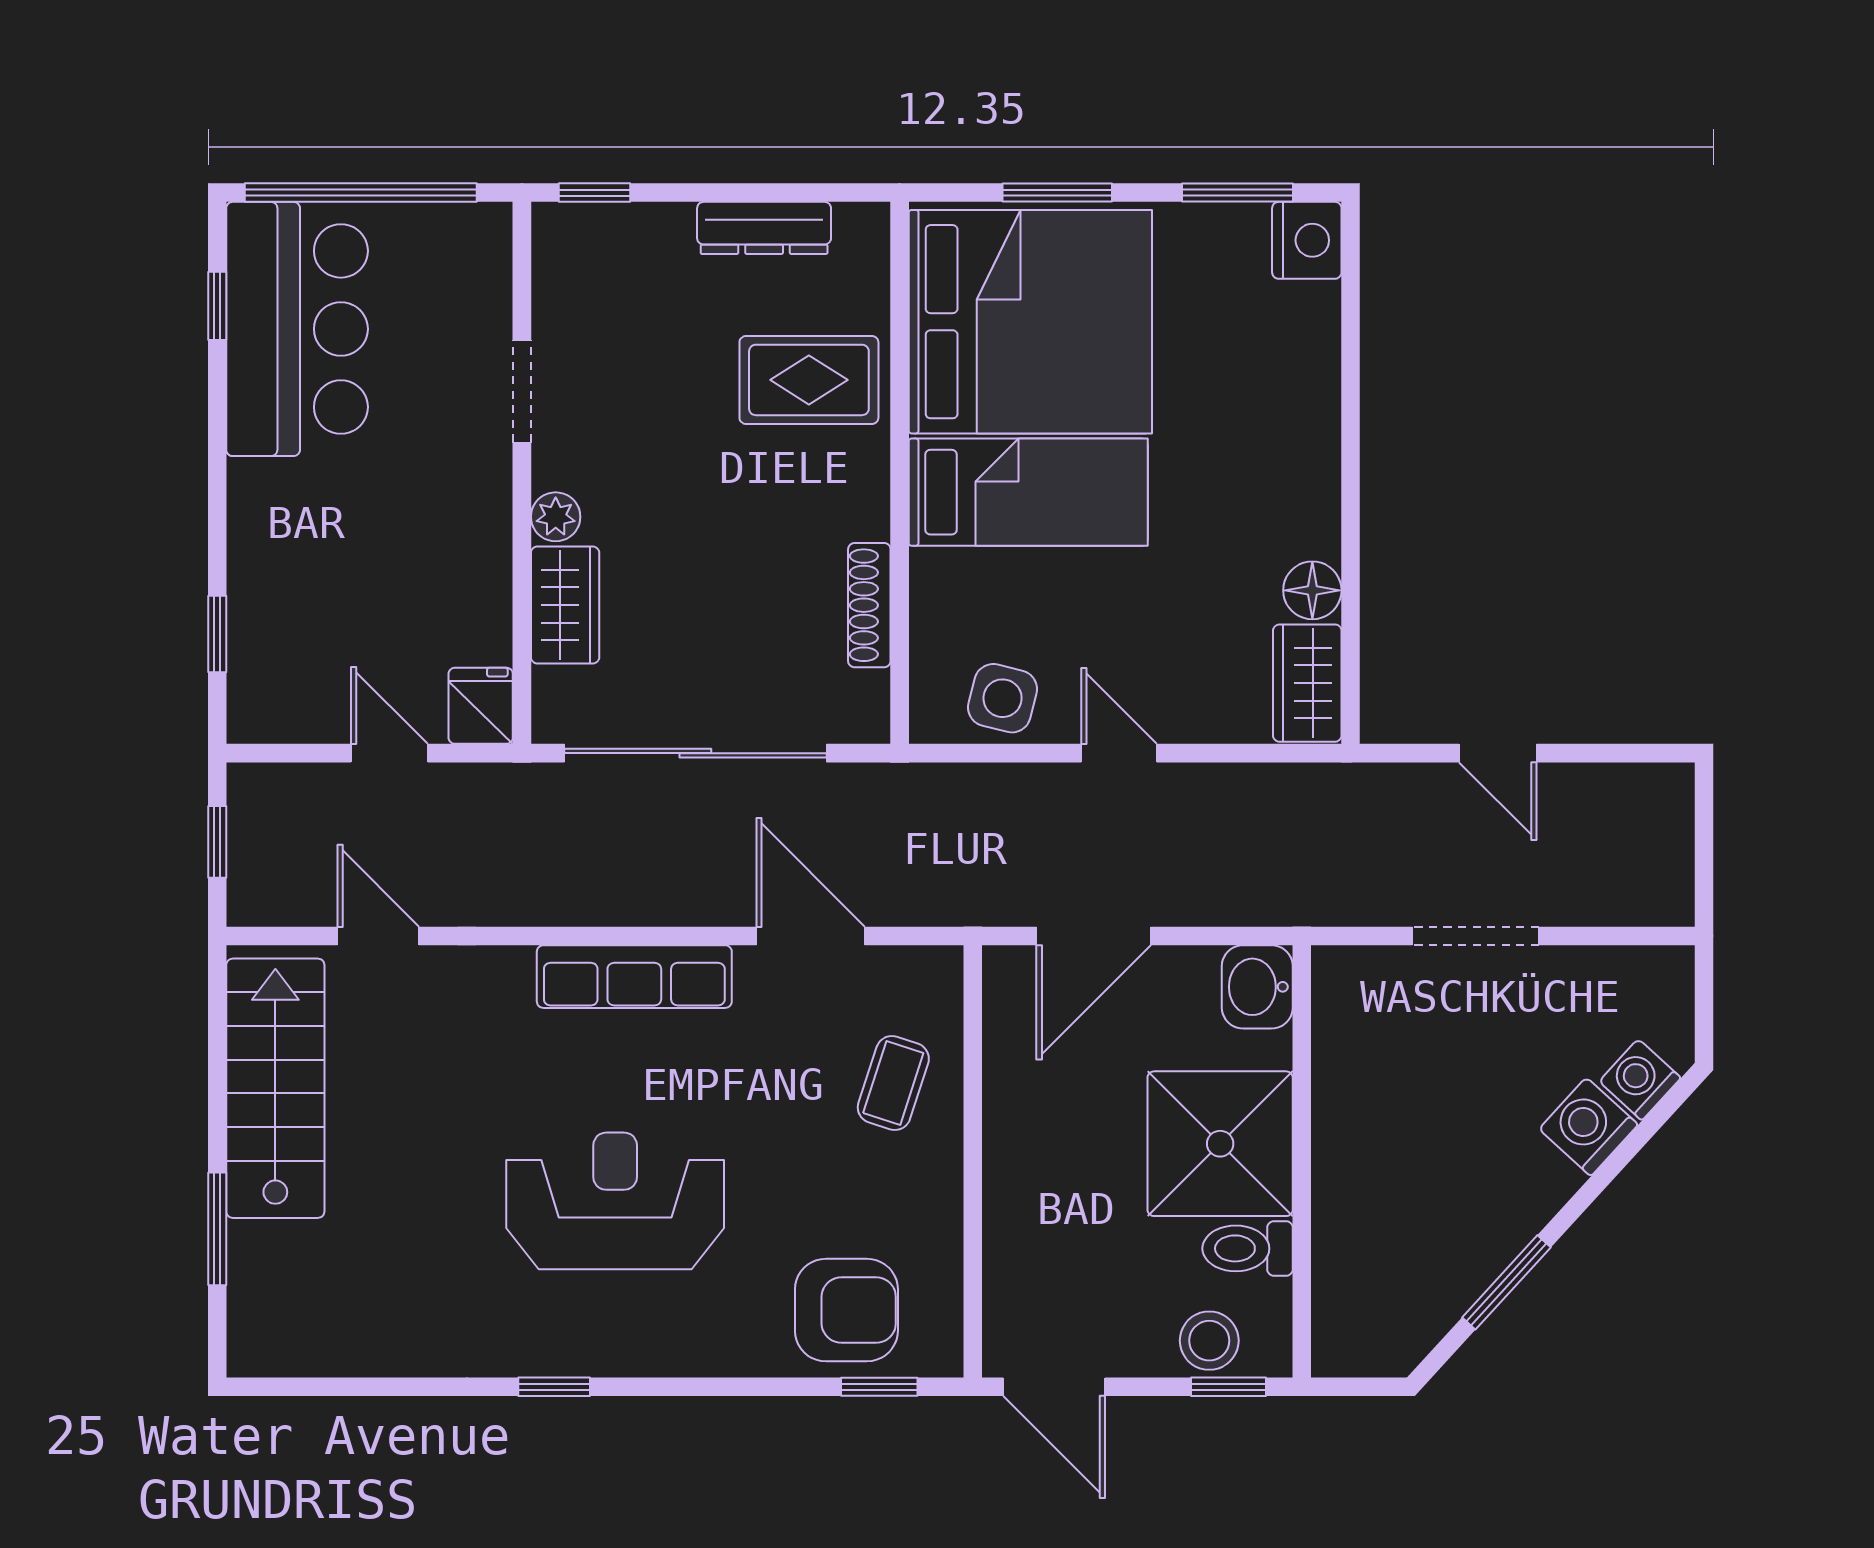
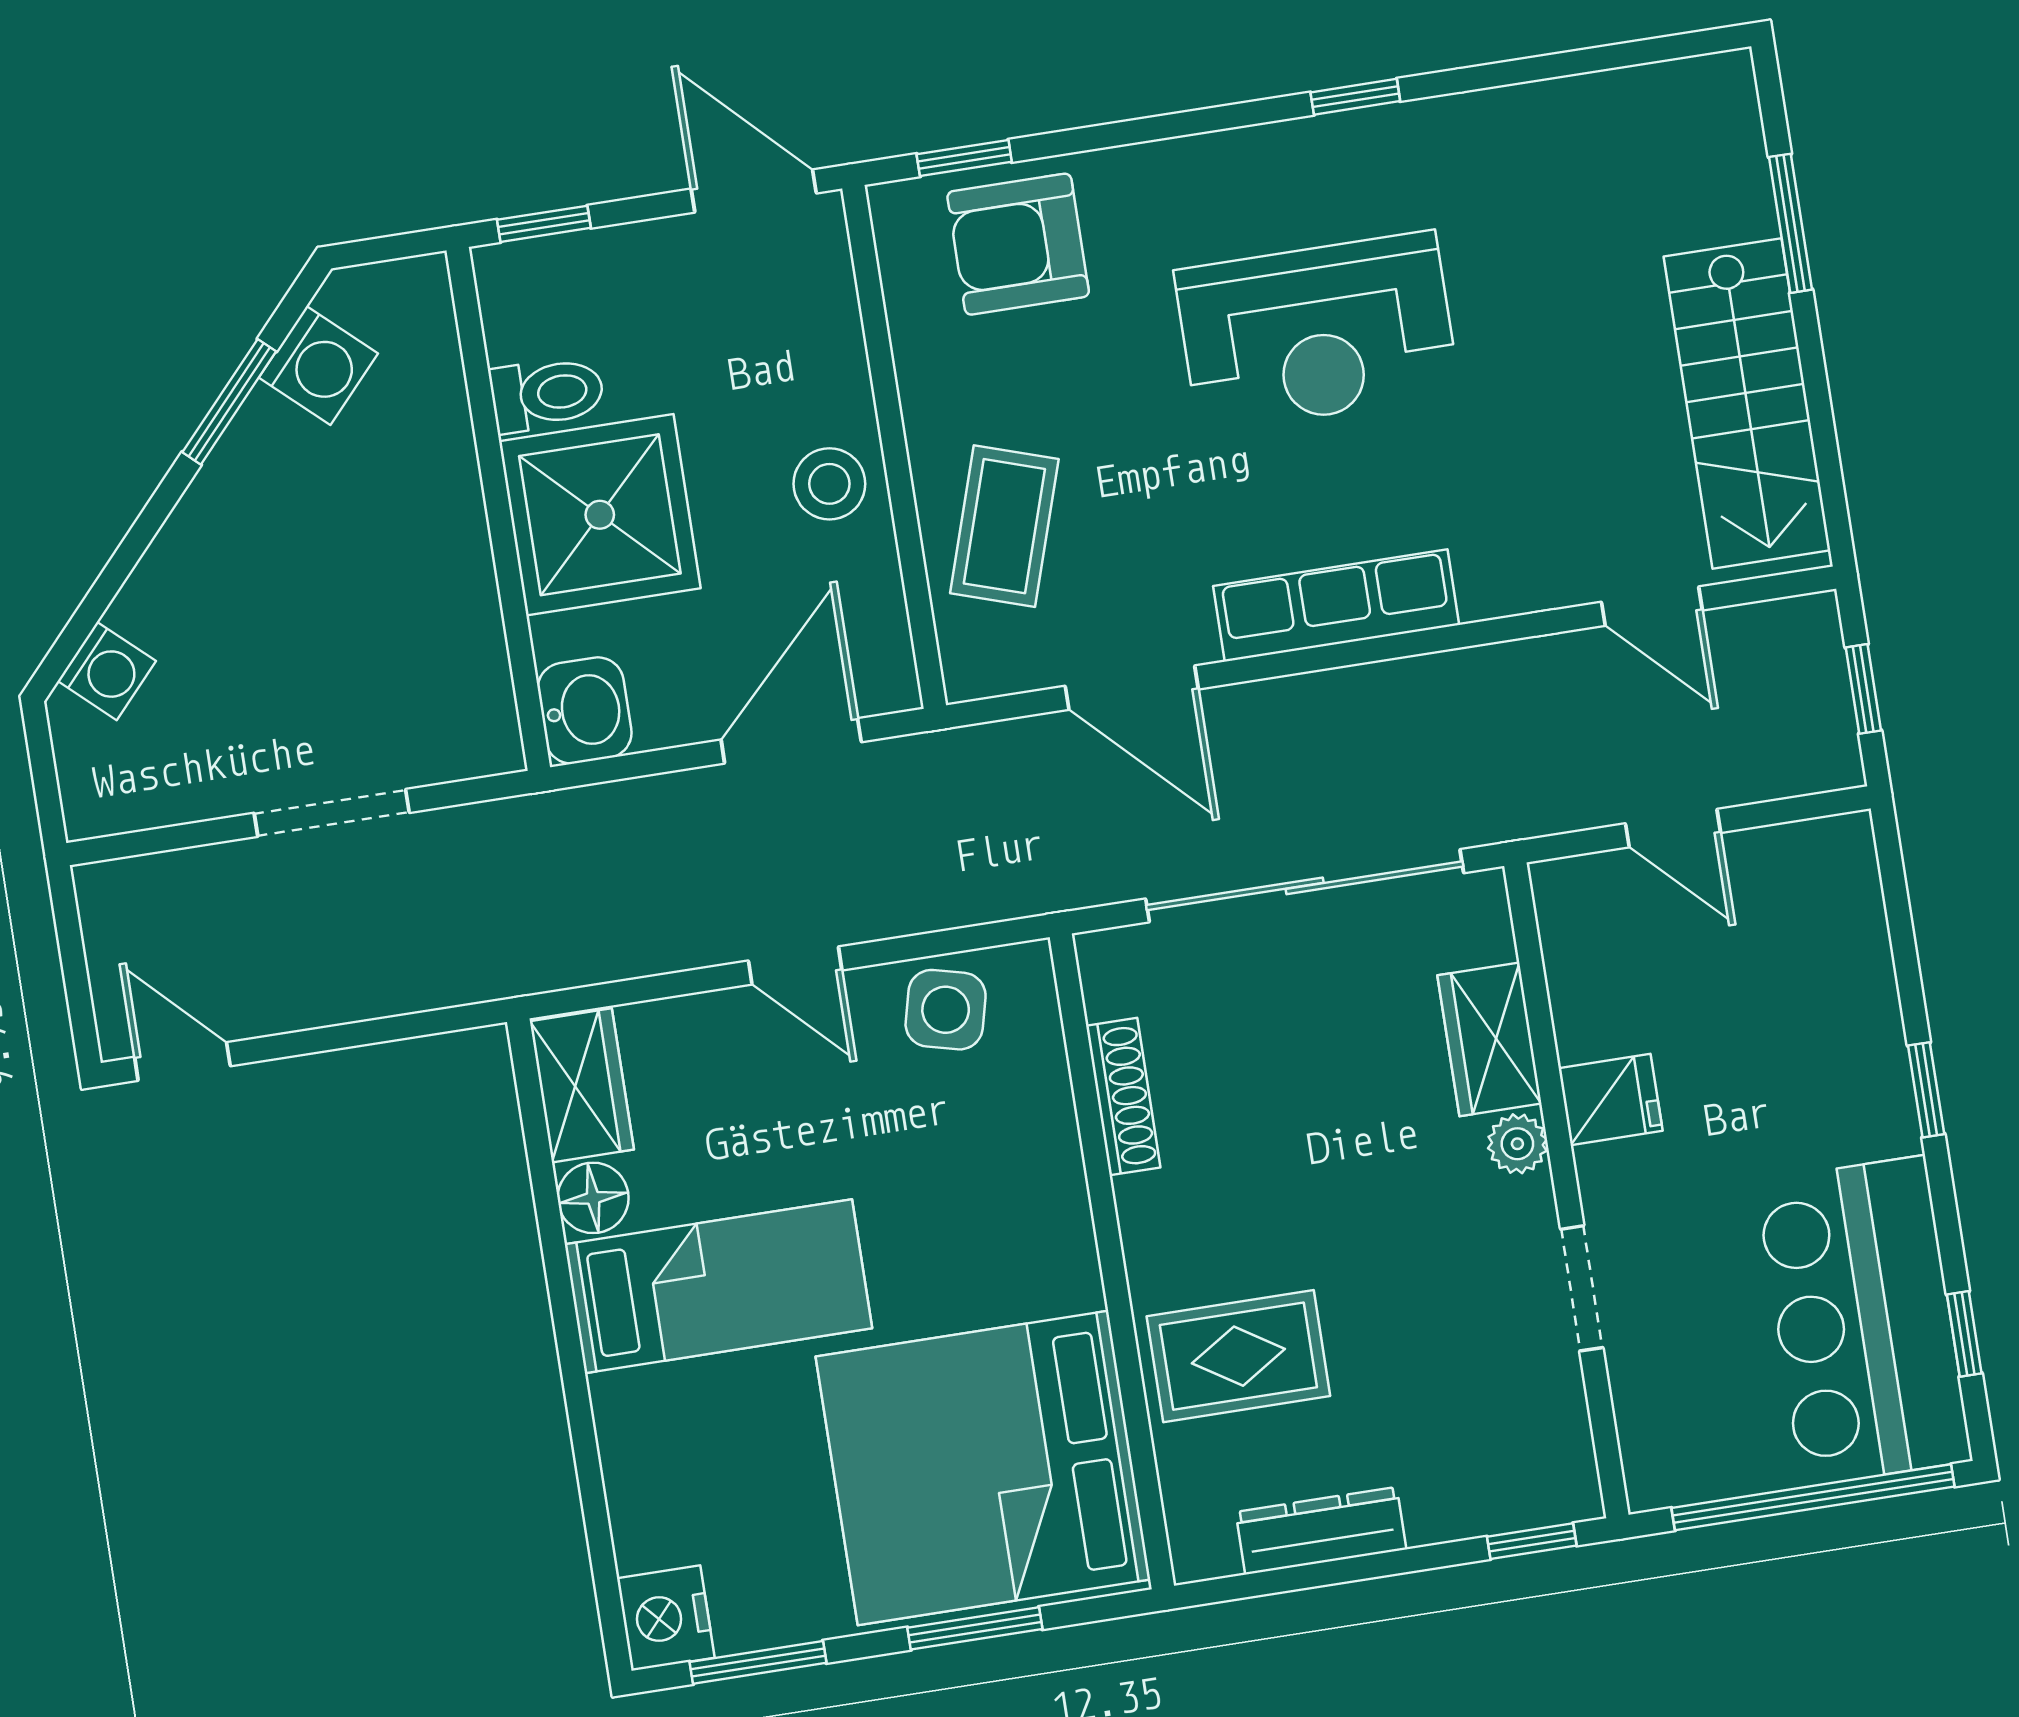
bed: (1028, 492) -> (718, 1286), moved, turned 180
window: (217, 634) -> (1926, 1090), moved
fridge: (481, 706) -> (1610, 1100), moved, turned -90
door: (1498, 753) -> (182, 1062), moved
coffee table: (893, 1083) -> (1004, 526), width x1.36, depth x1.30
washing machine: (1589, 1127) -> (318, 365), moved
stool: (1209, 1341) -> (829, 484), moved

